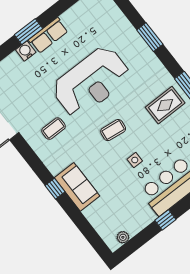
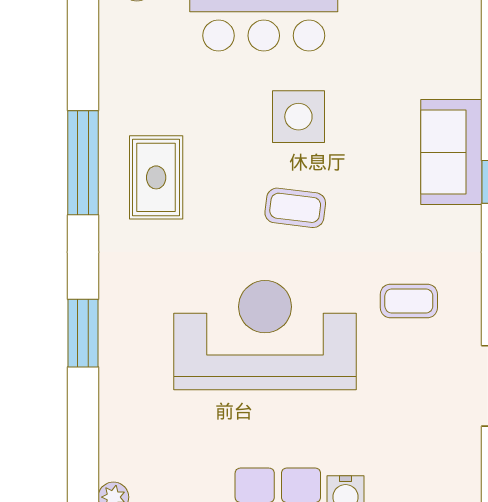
rug: (165, 105) -> (156, 177), turned 90
side table: (135, 160) -> (298, 117), width x1.87, depth x1.87

